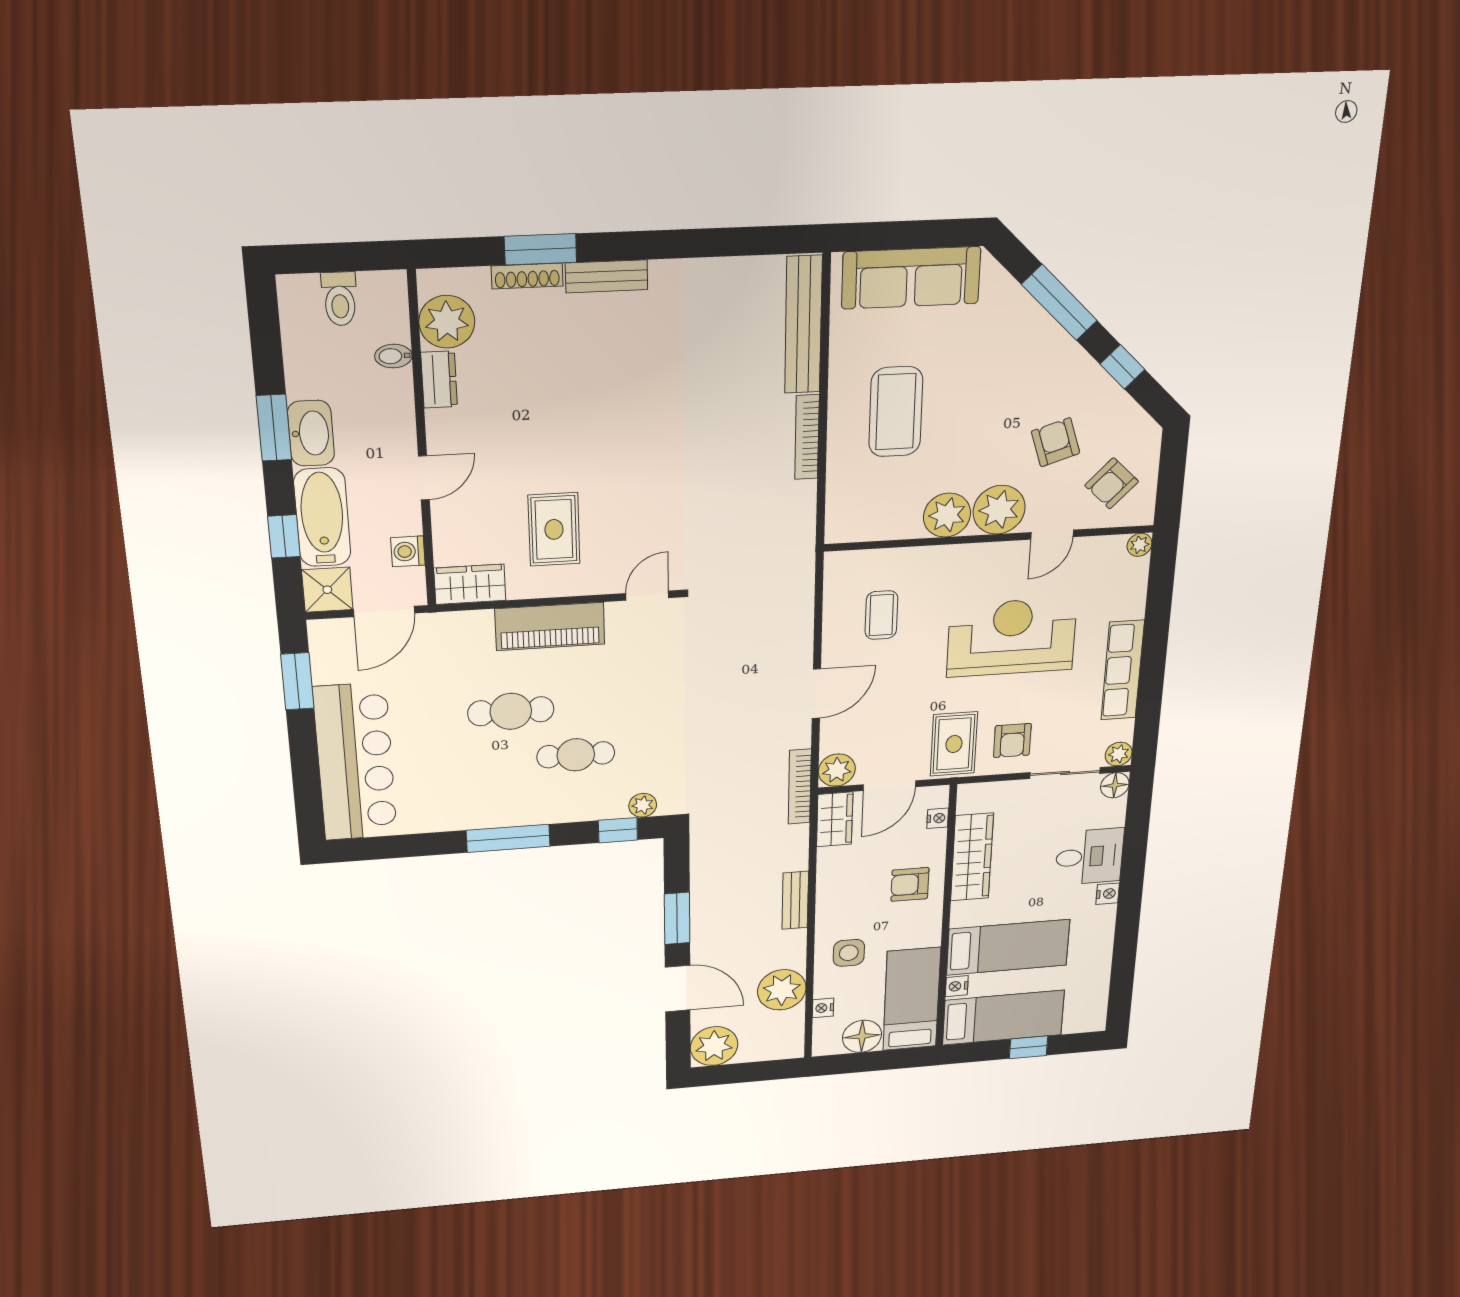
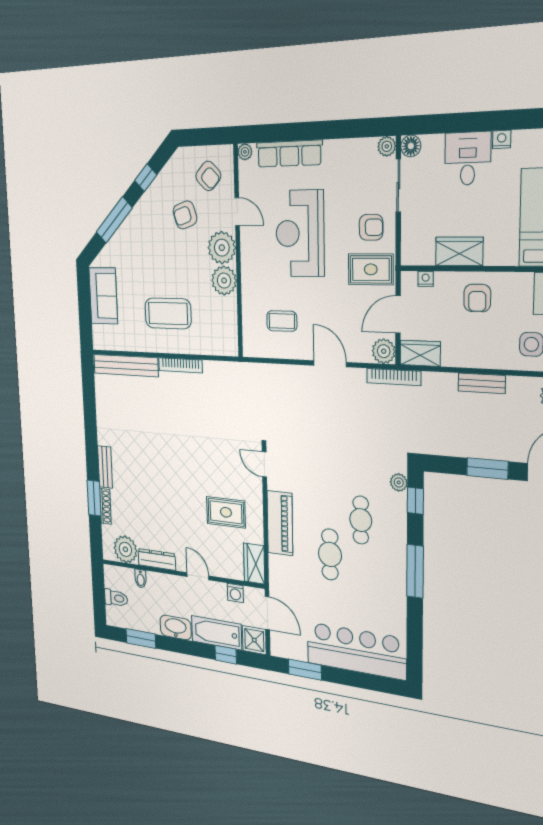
sofa: (911, 278) -> (103, 296), width x0.73
dresser: (439, 379) -> (157, 559), width x1.44
window: (274, 428) -> (141, 639), moved
row of seats: (1123, 670) -> (289, 154), moved
door: (889, 786) -> (398, 314), swing flipped
wardrobe: (972, 857) -> (459, 251), width x0.67

